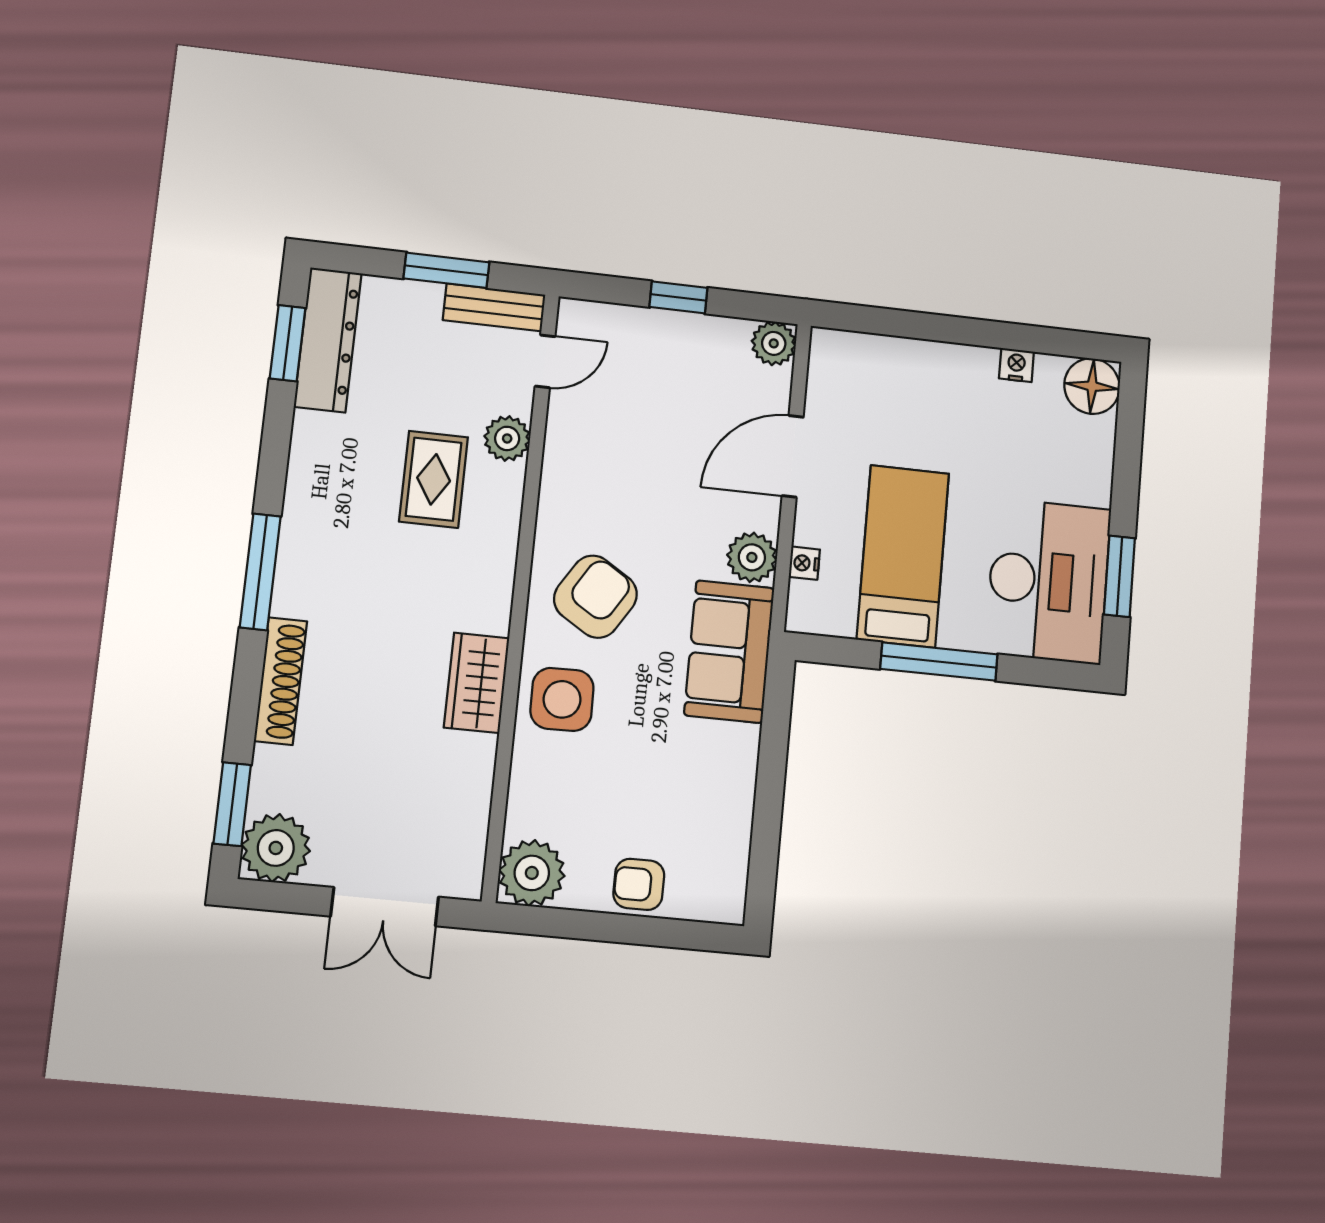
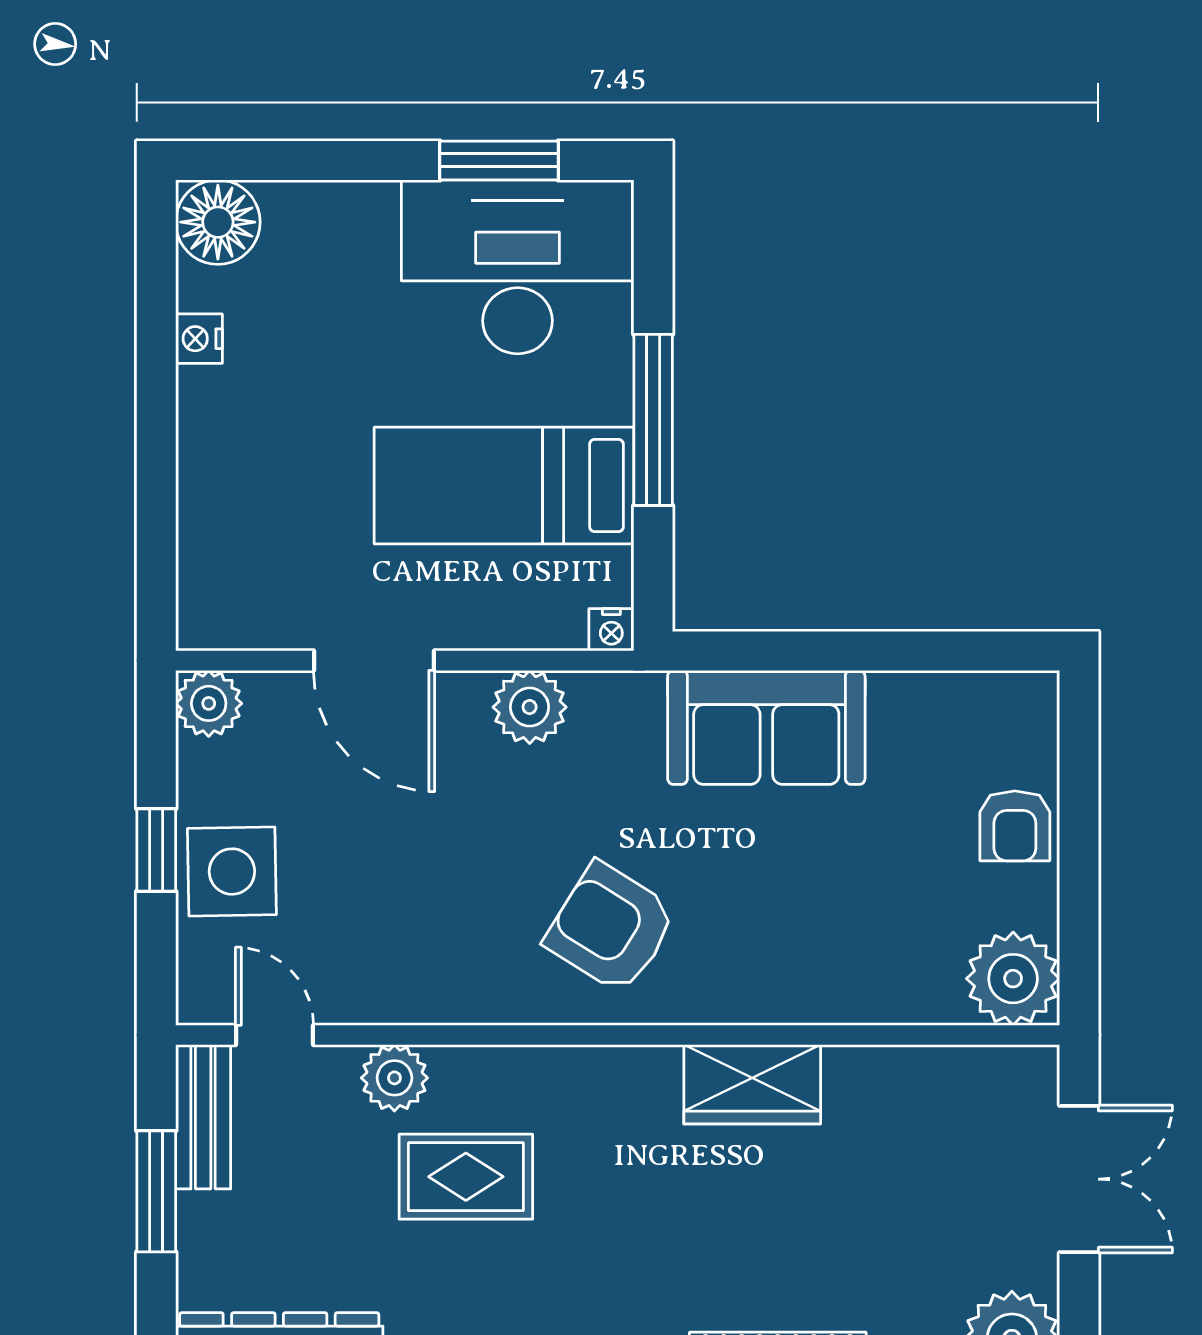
nightstand: (804, 563) -> (611, 630), moved
sofa: (729, 652) -> (766, 727), moved
side table: (562, 699) -> (232, 872), moved

